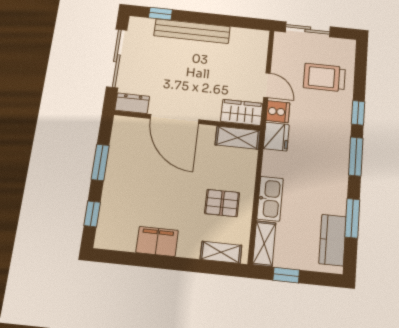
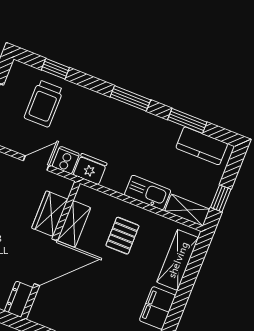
wardrobe: (242, 112) -> (50, 214), moved
window: (358, 113) -> (55, 69), moved
shelving: (238, 138) -> (74, 224), moved
pallet: (222, 203) -> (122, 236), moved
shelving: (221, 252) -> (178, 260), width x1.50, depth x1.33

